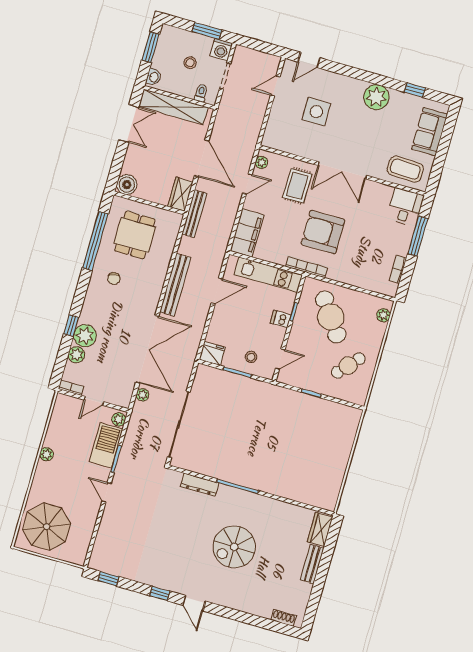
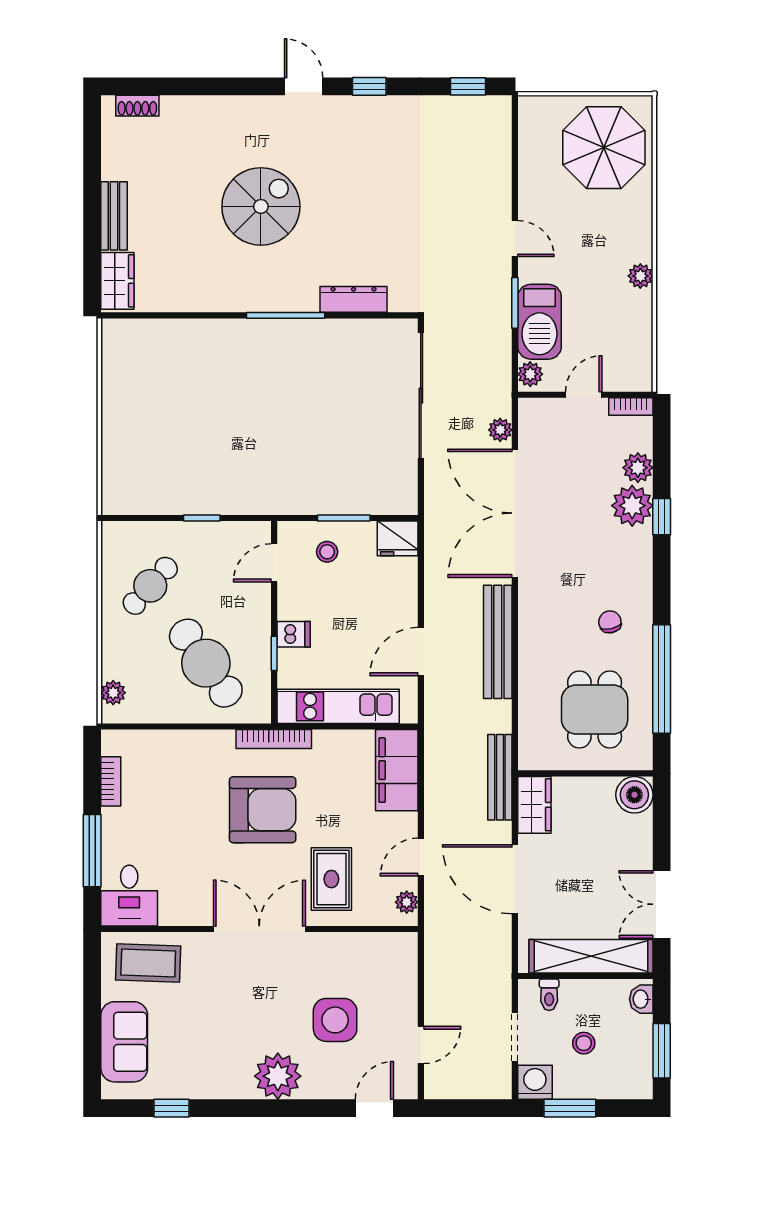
plant: (376, 97) -> (278, 1076), moved

